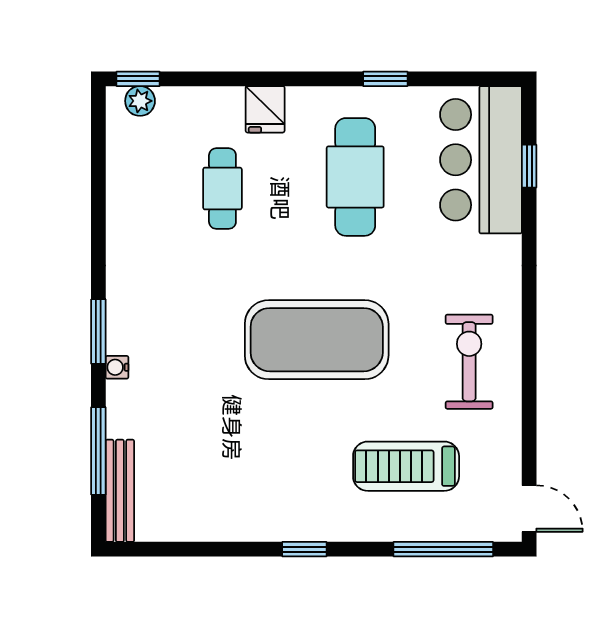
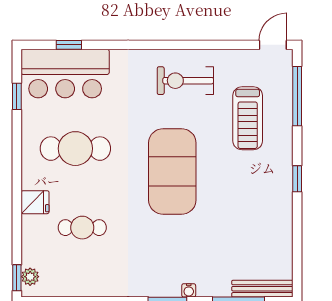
window: (385, 79) -> (17, 96), moved

